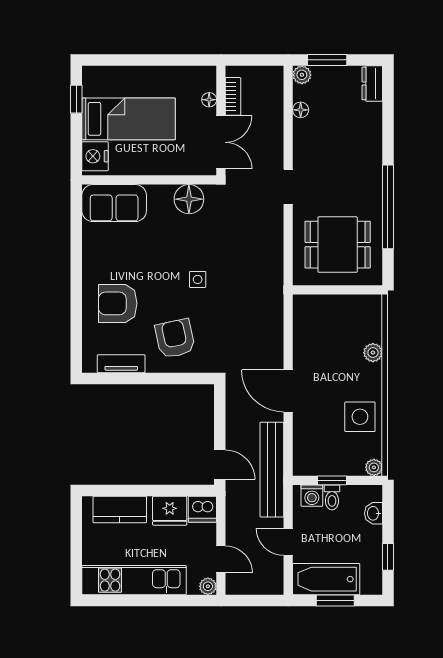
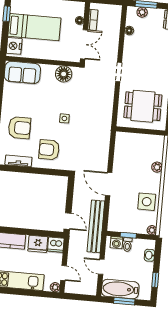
plant: (302, 75) -> (142, 12), moved
armchair: (118, 303) -> (19, 128), turned 180
armchair: (175, 338) -> (49, 150), turned -78

